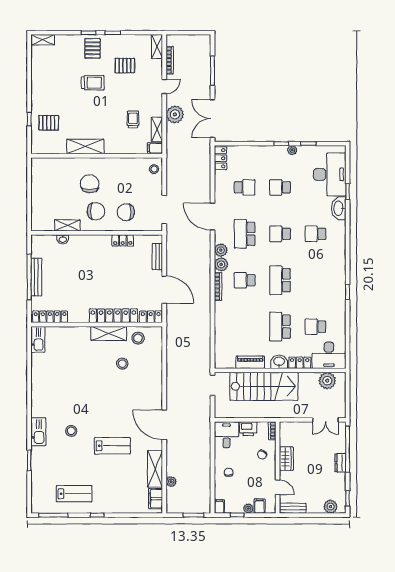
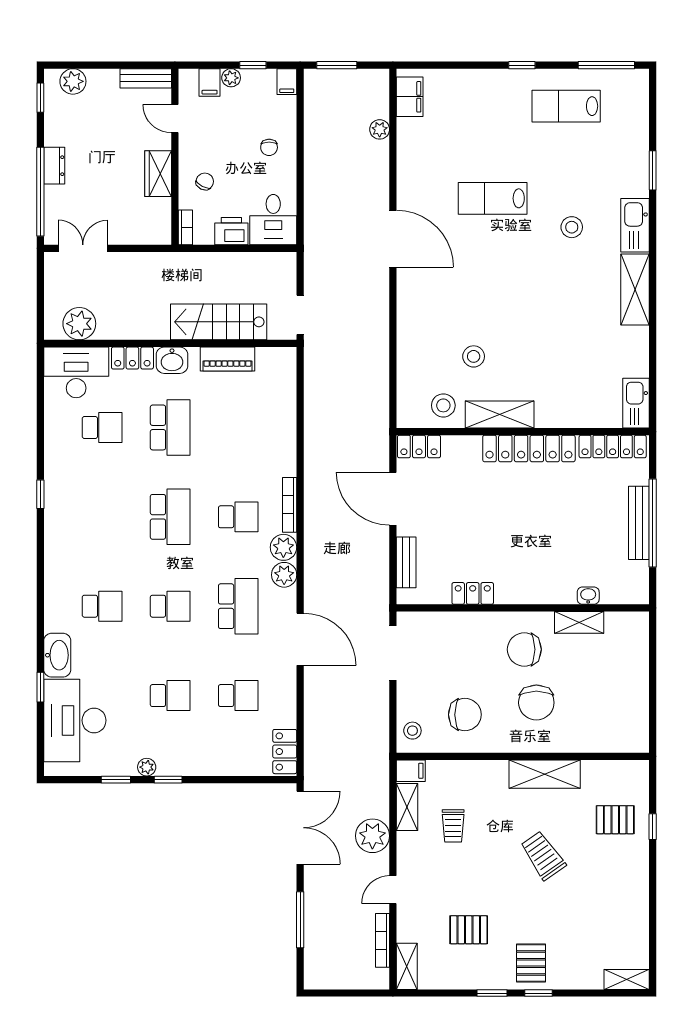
trolley: (93, 83) -> (543, 856), moved, turned 55
school desk: (245, 187) -> (238, 696), turned 180
chair: (126, 212) -> (465, 715), moved
locker: (113, 316) -> (529, 448), moved
stairs: (264, 386) -> (219, 322), width x0.73, depth x0.66
shelving: (155, 469) -> (635, 290), moved

